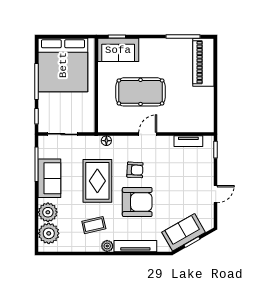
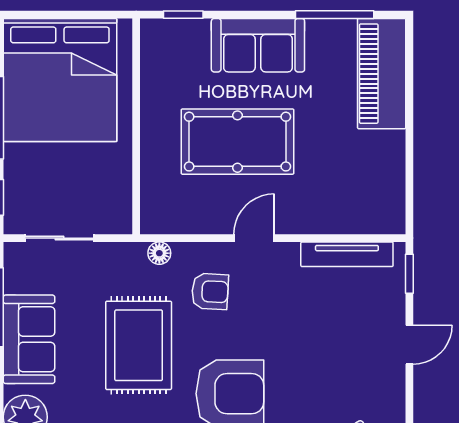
sofa: (118, 50) -> (258, 45), moved
tv unit: (188, 141) -> (347, 254), width x1.41
armchair: (135, 170) -> (210, 291), moved
door: (216, 194) -> (409, 345), moved

